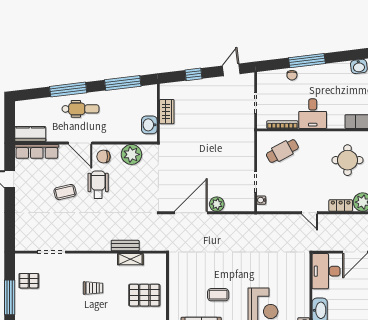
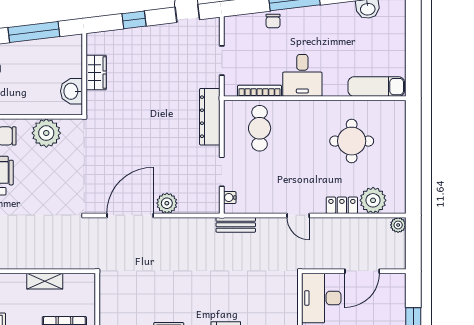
dresser: (247, 143) -> (210, 117), added
cafe table: (282, 151) -> (260, 128), turned -62
bench: (125, 246) -> (236, 225), moved

